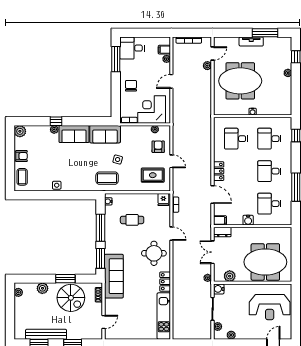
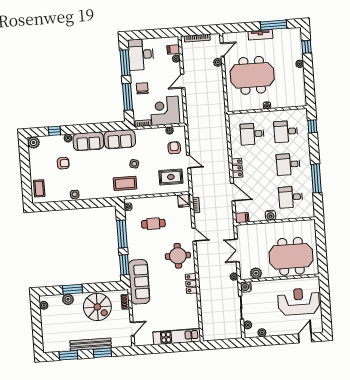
desk: (132, 48) -> (141, 54), width x1.37
window: (116, 93) -> (128, 97), added
window: (56, 121) -> (54, 131), moved
armchair: (22, 156) -> (63, 163), moved
dresser: (222, 232) -> (245, 229), removed
window: (65, 279) -> (72, 289), moved
reception desk: (270, 307) -> (299, 302), turned 180
kitchen unit: (164, 316) -> (177, 336), moved, turned 90
bench: (46, 334) -> (91, 344), moved

